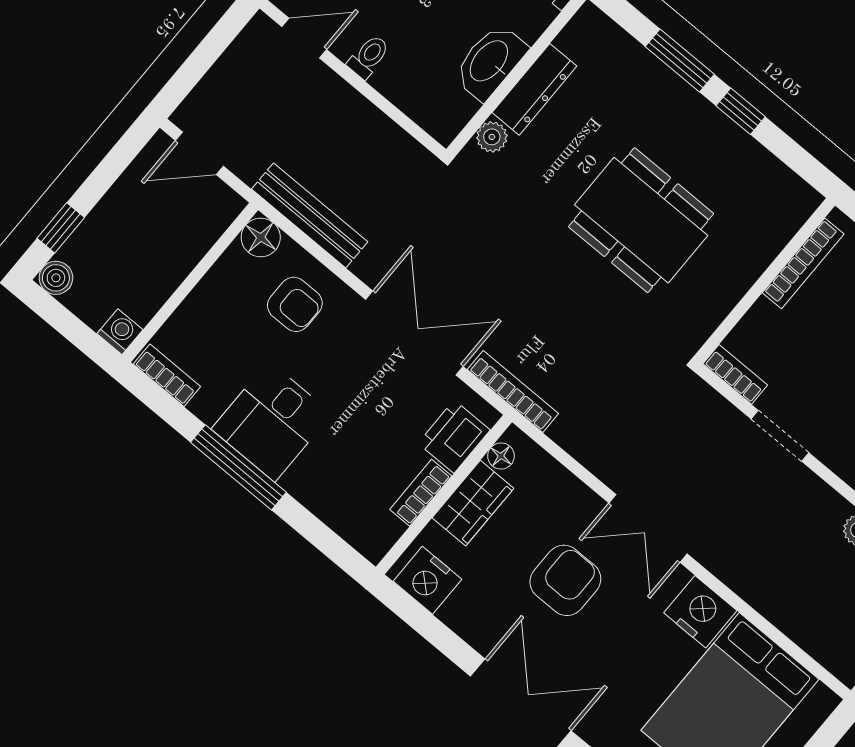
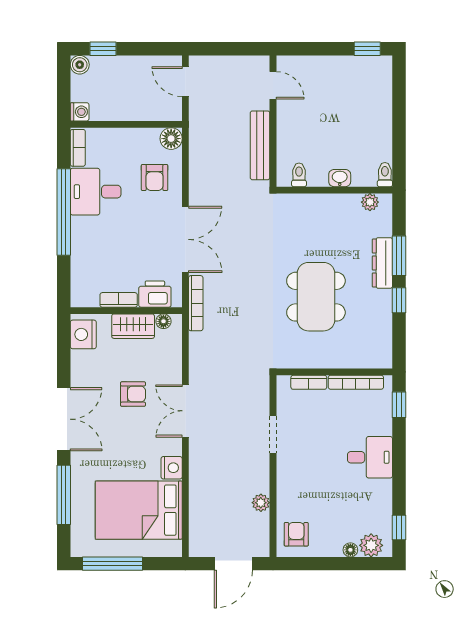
toilet: (369, 57) -> (299, 175), moved, turned -90
washbasin: (490, 62) -> (340, 178), width x0.52, depth x0.69
dresser: (534, 89) -> (382, 263), moved, turned 90
plant: (492, 137) -> (370, 202), moved
bench: (310, 215) -> (260, 145), moved
bookcase: (735, 374) -> (309, 382), moved, turned 90
desk: (272, 421) -> (96, 192), moved
window: (238, 467) -> (64, 212), width x1.46
armchair: (565, 580) -> (133, 394), width x0.72, depth x0.72
nightstand: (700, 612) -> (172, 468), width x0.74, depth x0.75

